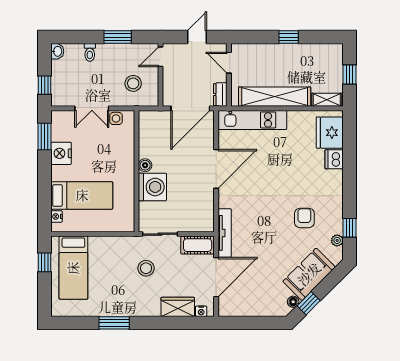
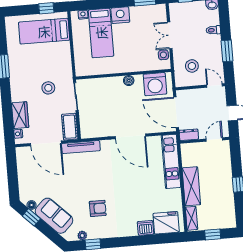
shelving: (275, 97) -> (191, 186), width x0.68
nightstand: (61, 153) -> (120, 15), moved
washing machine: (152, 187) -> (155, 84), moved

